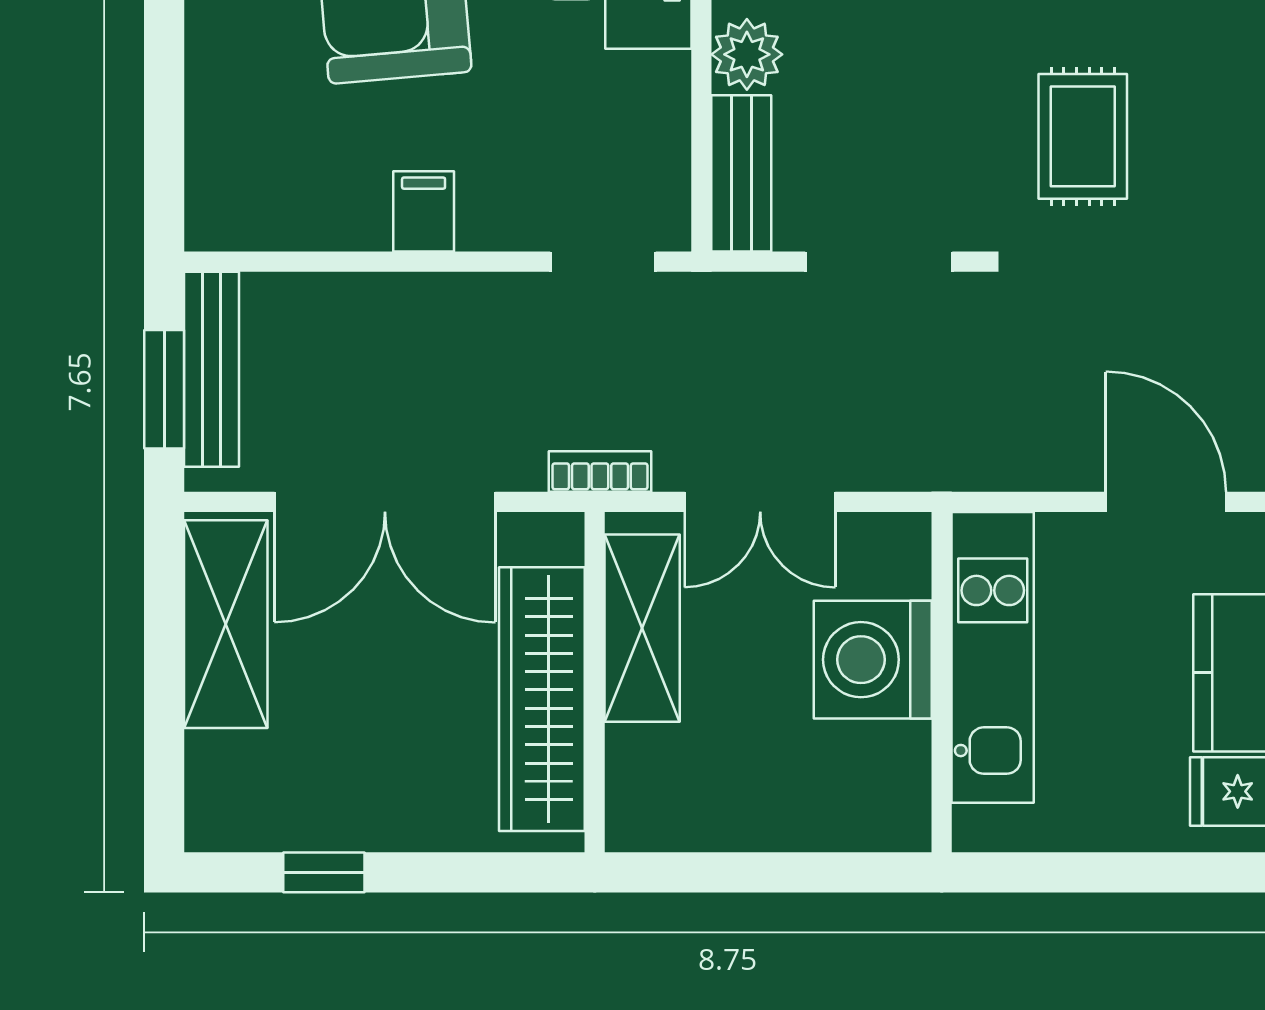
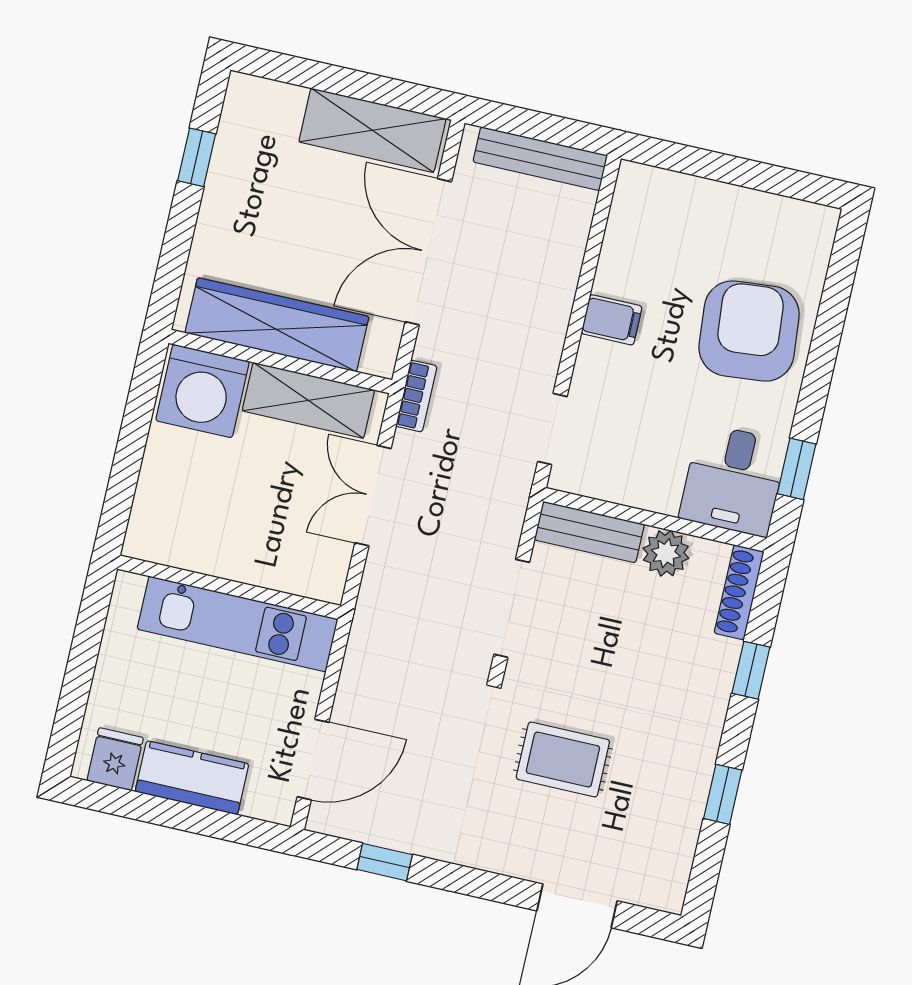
window: (164, 389) -> (534, 125), removed
washing machine: (873, 660) -> (202, 391), moved, turned 180

